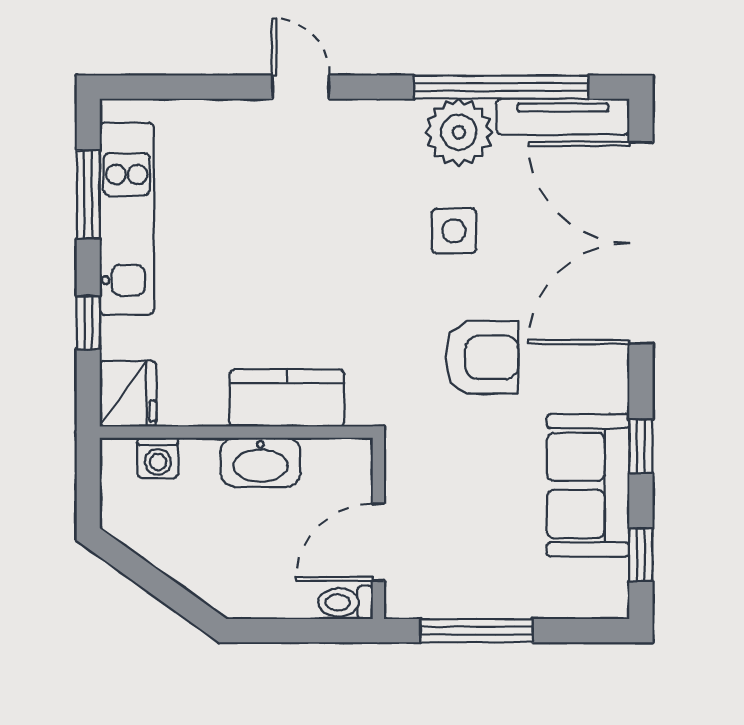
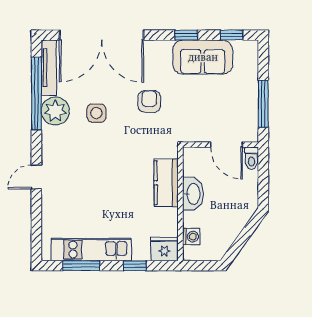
armchair: (482, 357) -> (149, 101), width x0.72, depth x0.72

